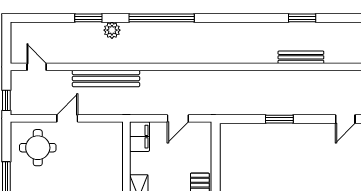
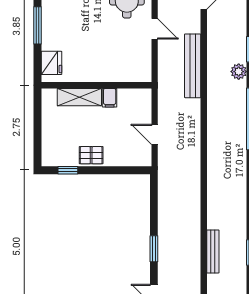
window: (279, 119) -> (154, 249), moved
filing cabinet: (139, 137) -> (110, 98), moved, width x0.50

